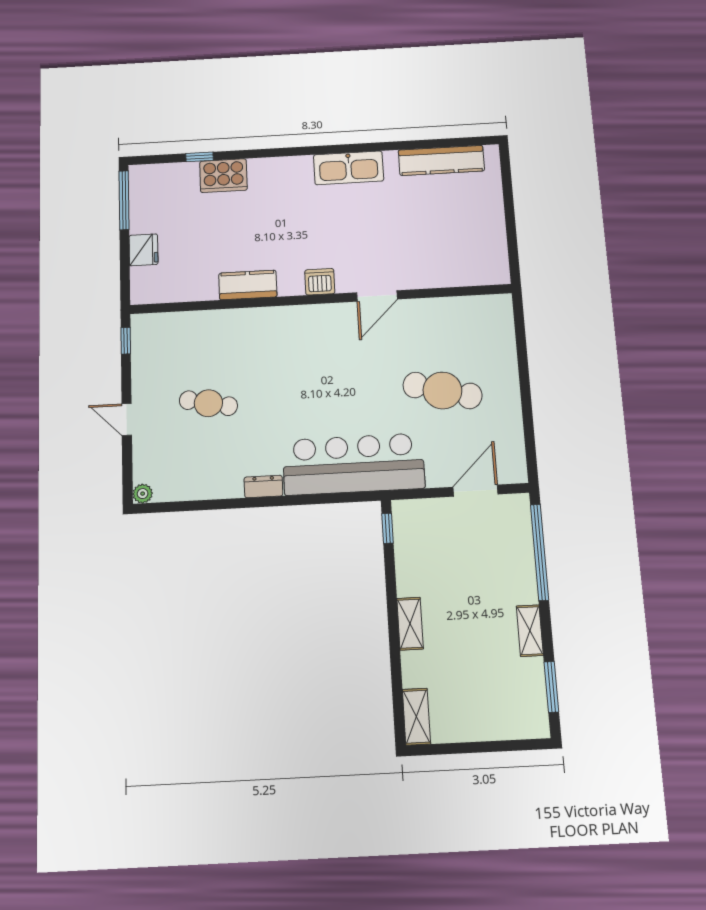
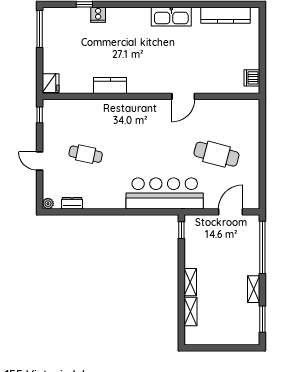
cooker: (223, 176) -> (98, 15), width x0.53, depth x0.76
fridge: (144, 250) -> (51, 83), moved
dishwasher: (320, 282) -> (252, 78), moved, turned -90
dresser: (263, 486) -> (72, 203), moved
shelving: (416, 717) -> (191, 311), moved

